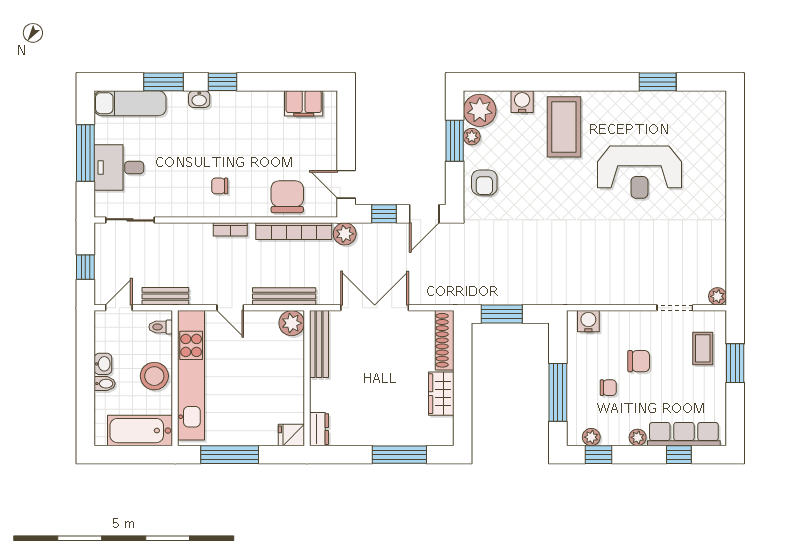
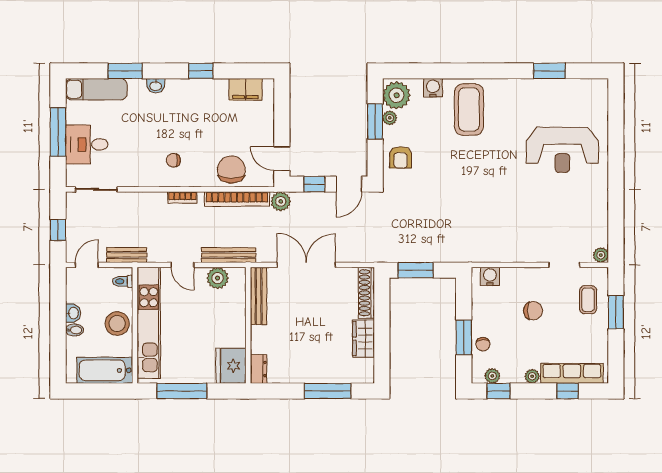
window: (223, 82) -> (201, 71), moved
reception desk: (639, 172) -> (562, 150), moved
plant: (292, 323) -> (218, 278), moved
chair: (608, 388) -> (483, 344), moved, turned 89
window: (558, 392) -> (464, 337), width x0.69
fridge: (291, 435) -> (231, 366), width x1.88, depth x1.34

